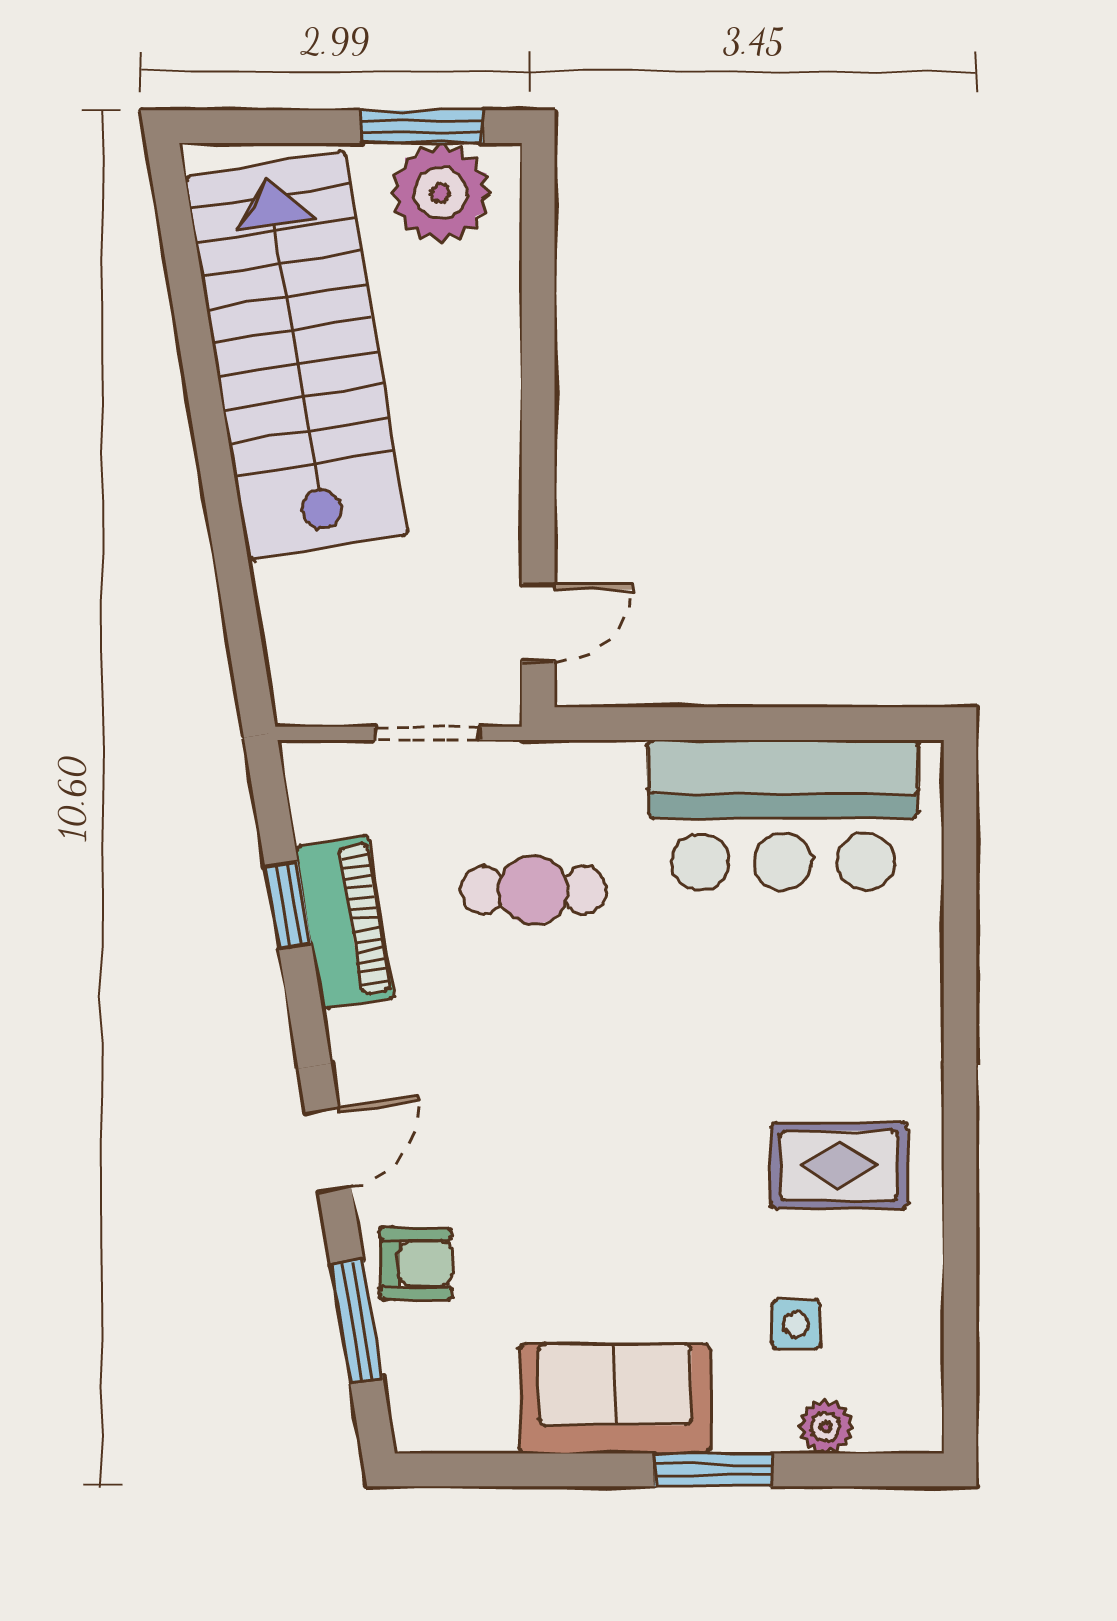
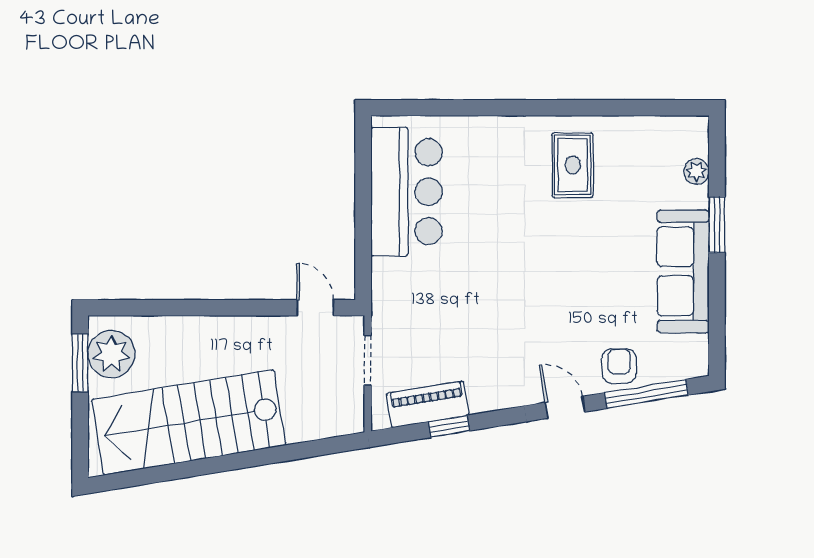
cafe table: (534, 890) -> (442, 310), removed
piano: (345, 922) -> (428, 404), moved
window: (357, 1321) -> (646, 394), width x1.44
side table: (796, 1324) -> (648, 186), removed
sofa: (615, 1399) -> (683, 271), width x1.36

